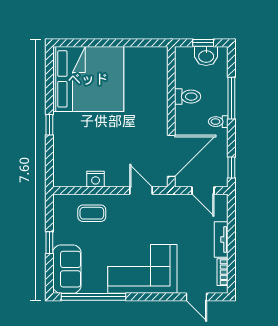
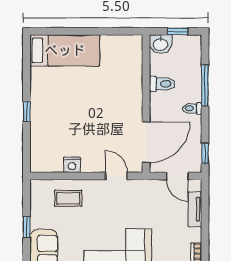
washbasin: (206, 56) -> (161, 44), moved
bed: (88, 79) -> (65, 50), width x0.49
tv unit: (221, 239) -> (195, 209), moved

